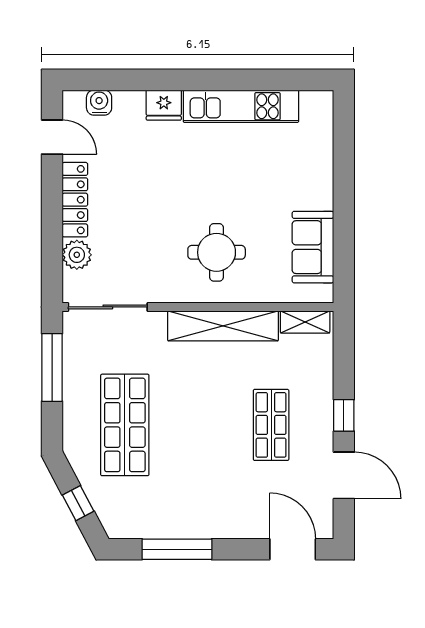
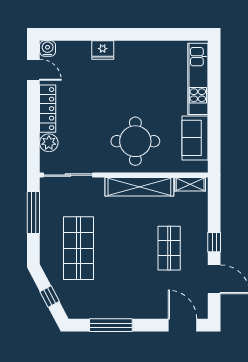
water cooler: (99, 103) -> (48, 48), moved
kitchen unit: (241, 106) -> (198, 79), moved, turned 90
round table: (217, 252) -> (135, 141), width x1.36, depth x1.36

